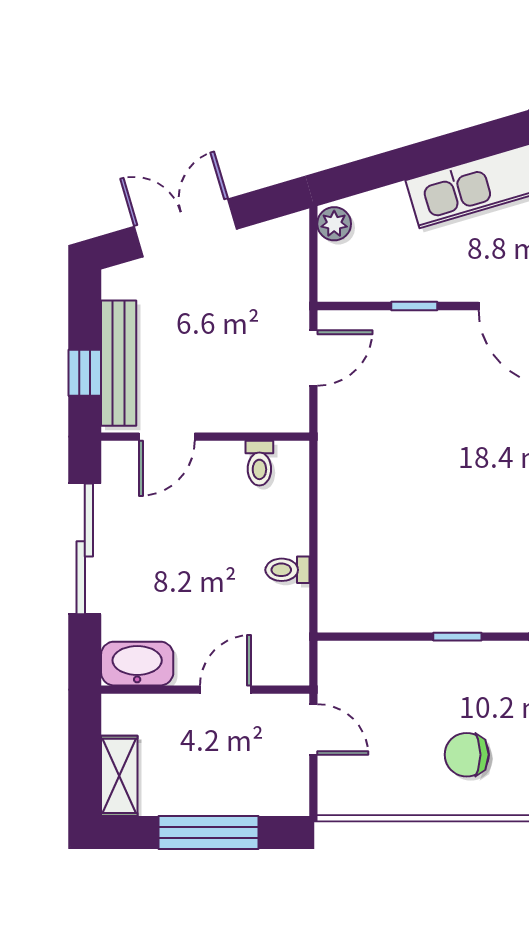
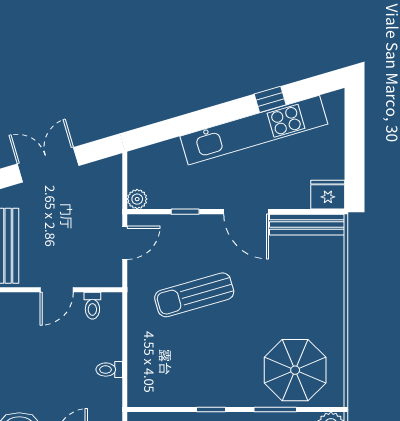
plant: (334, 224) -> (137, 199), moved
door: (167, 437) -> (57, 290), moved
sun lounger: (429, 445) -> (194, 295), added

